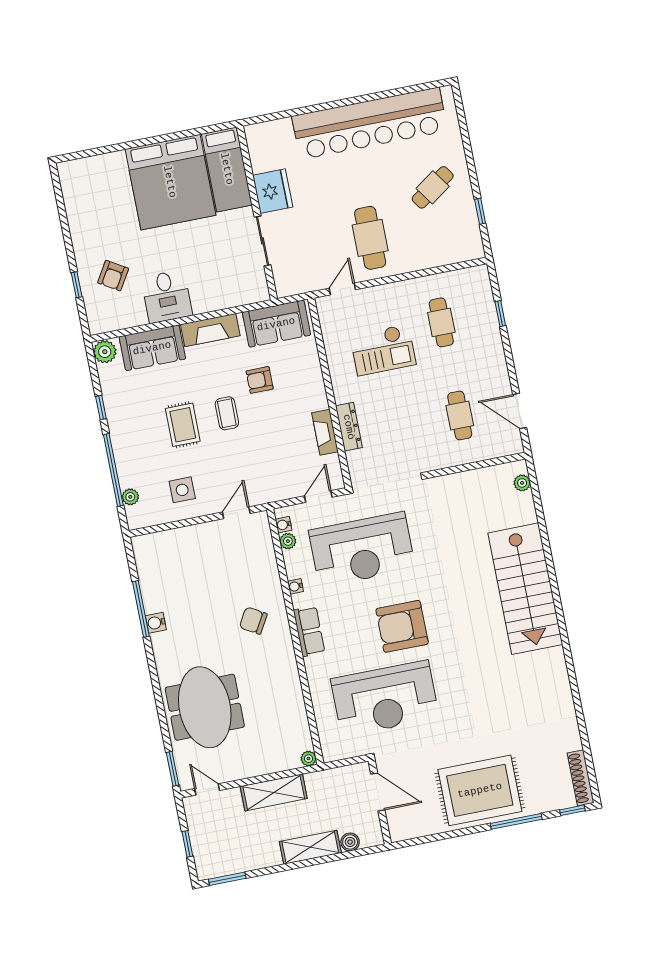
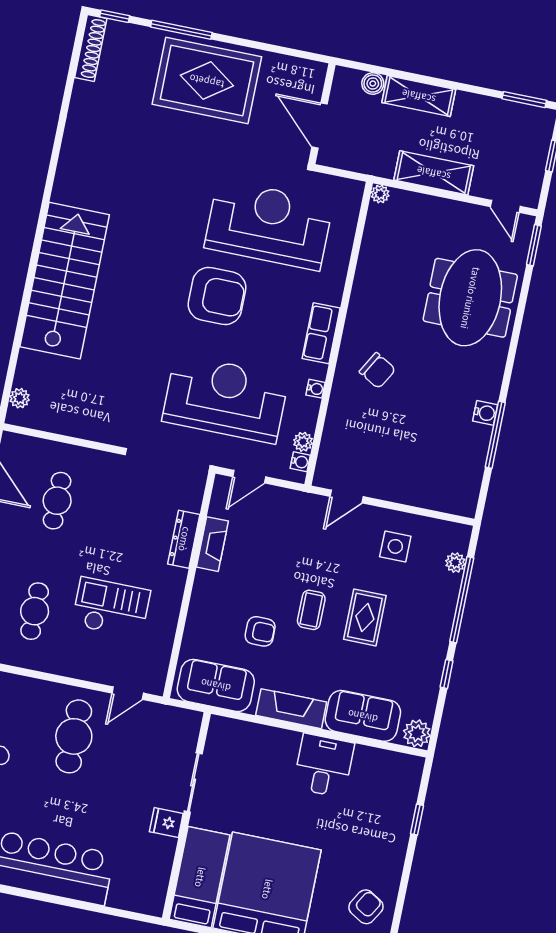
fridge: (273, 191) -> (166, 823), width x0.53, depth x0.75
armchair: (113, 276) -> (366, 907), moved

